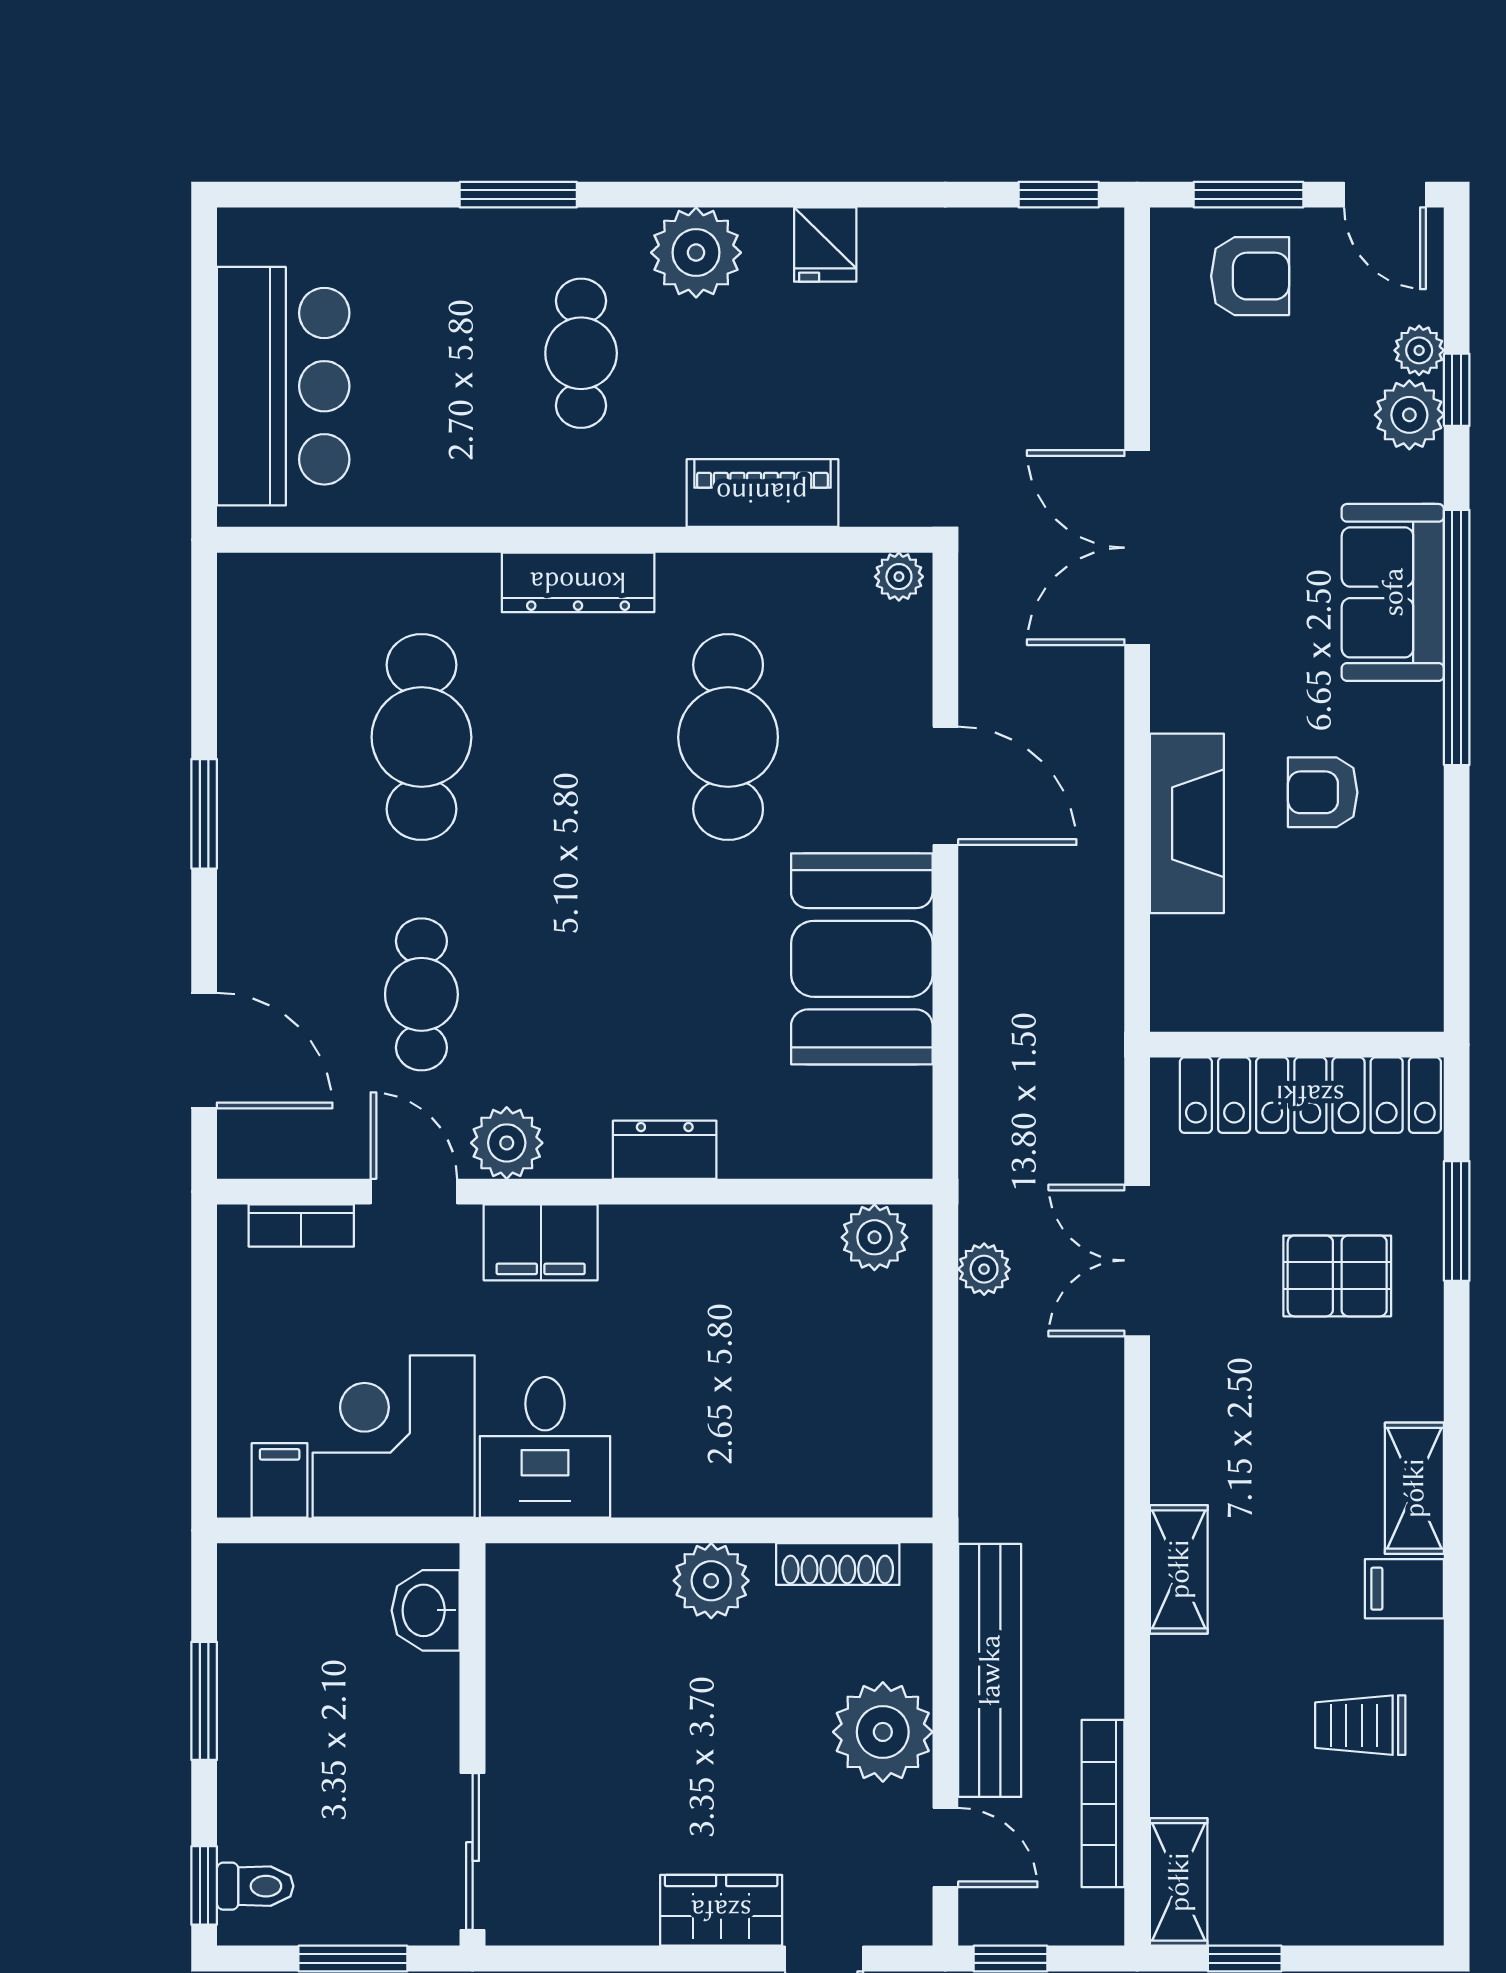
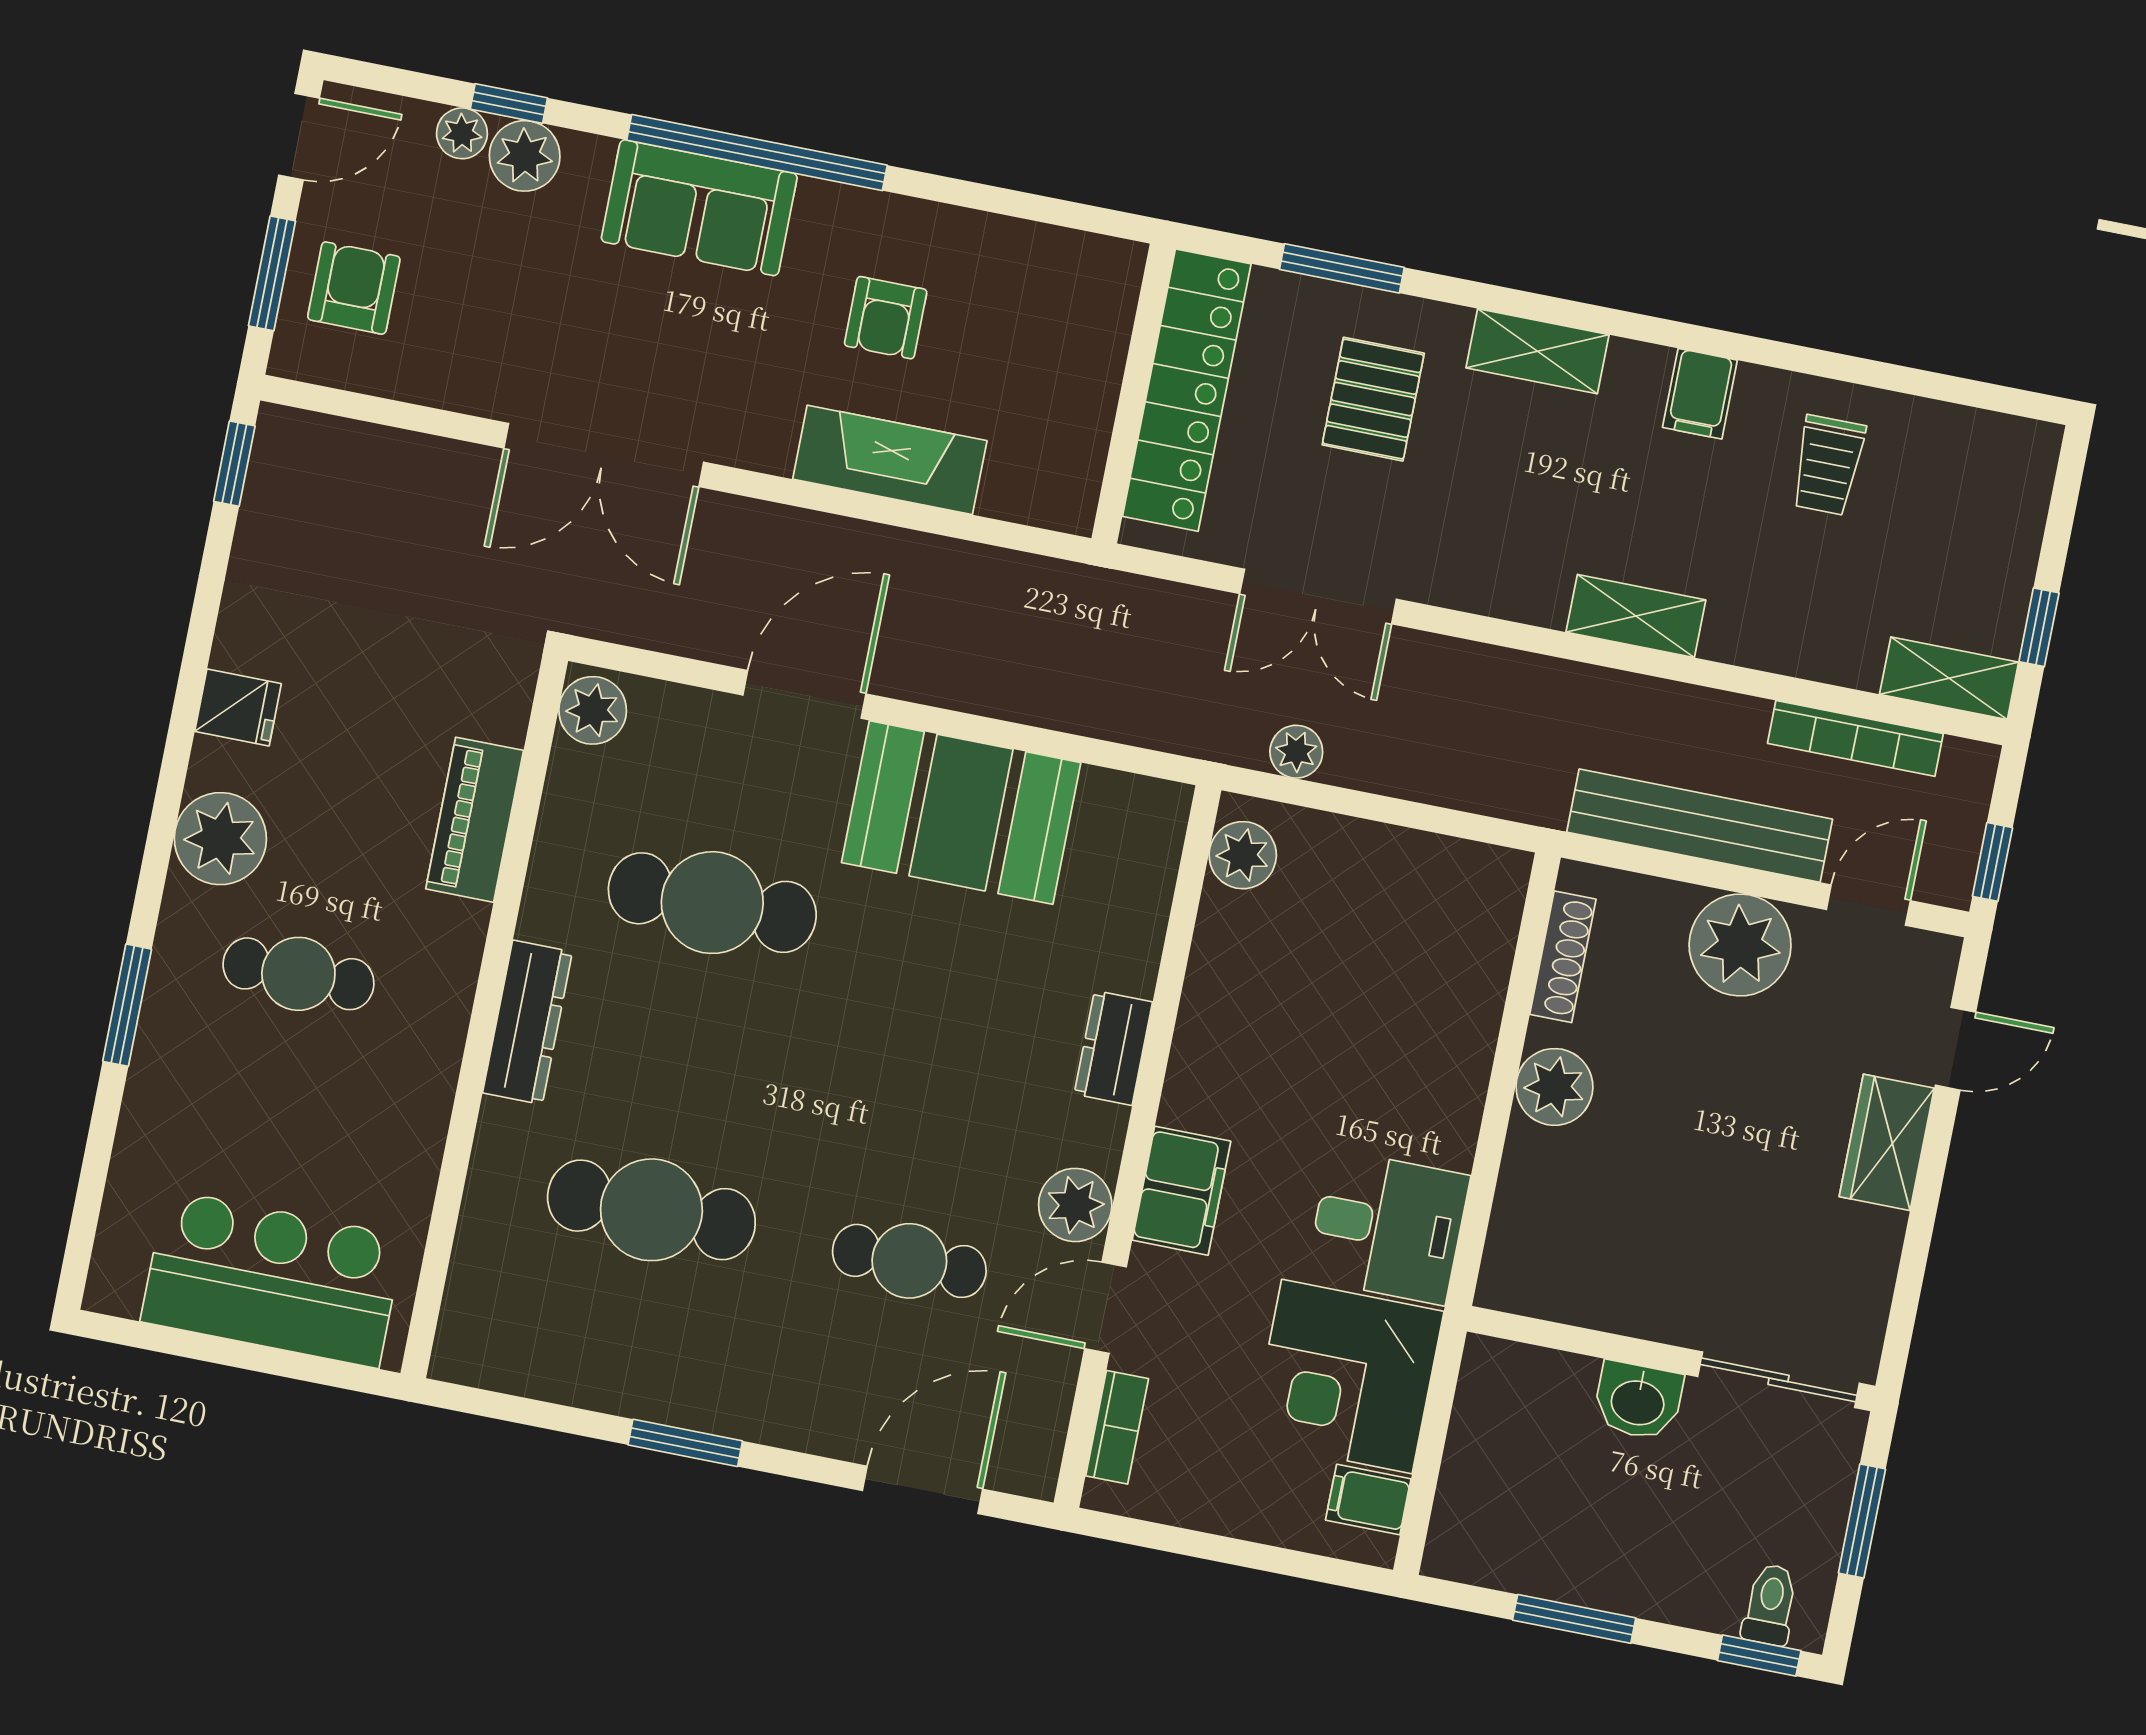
plant: (899, 577) -> (593, 710), width x1.38, depth x1.38
shelving: (1414, 1488) -> (1538, 351), moved
washbasin: (426, 1610) -> (1638, 1401), moved

